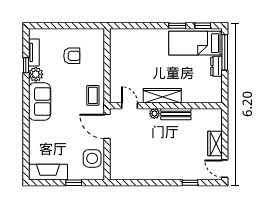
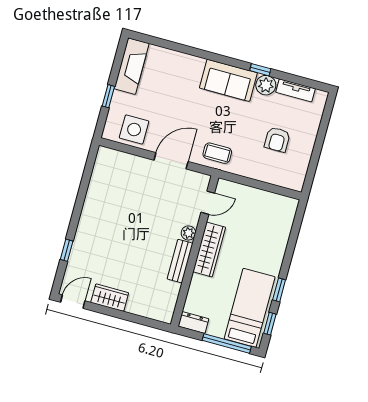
window: (26, 65) -> (260, 70), moved
dresser: (217, 66) -> (193, 323), moved
wardrobe: (162, 96) -> (209, 250), moved
door: (130, 106) -> (208, 203), moved
wall: (166, 106) -> (195, 251), moved
plant: (154, 114) -> (188, 233), moved
bench: (176, 114) -> (180, 261), moved

